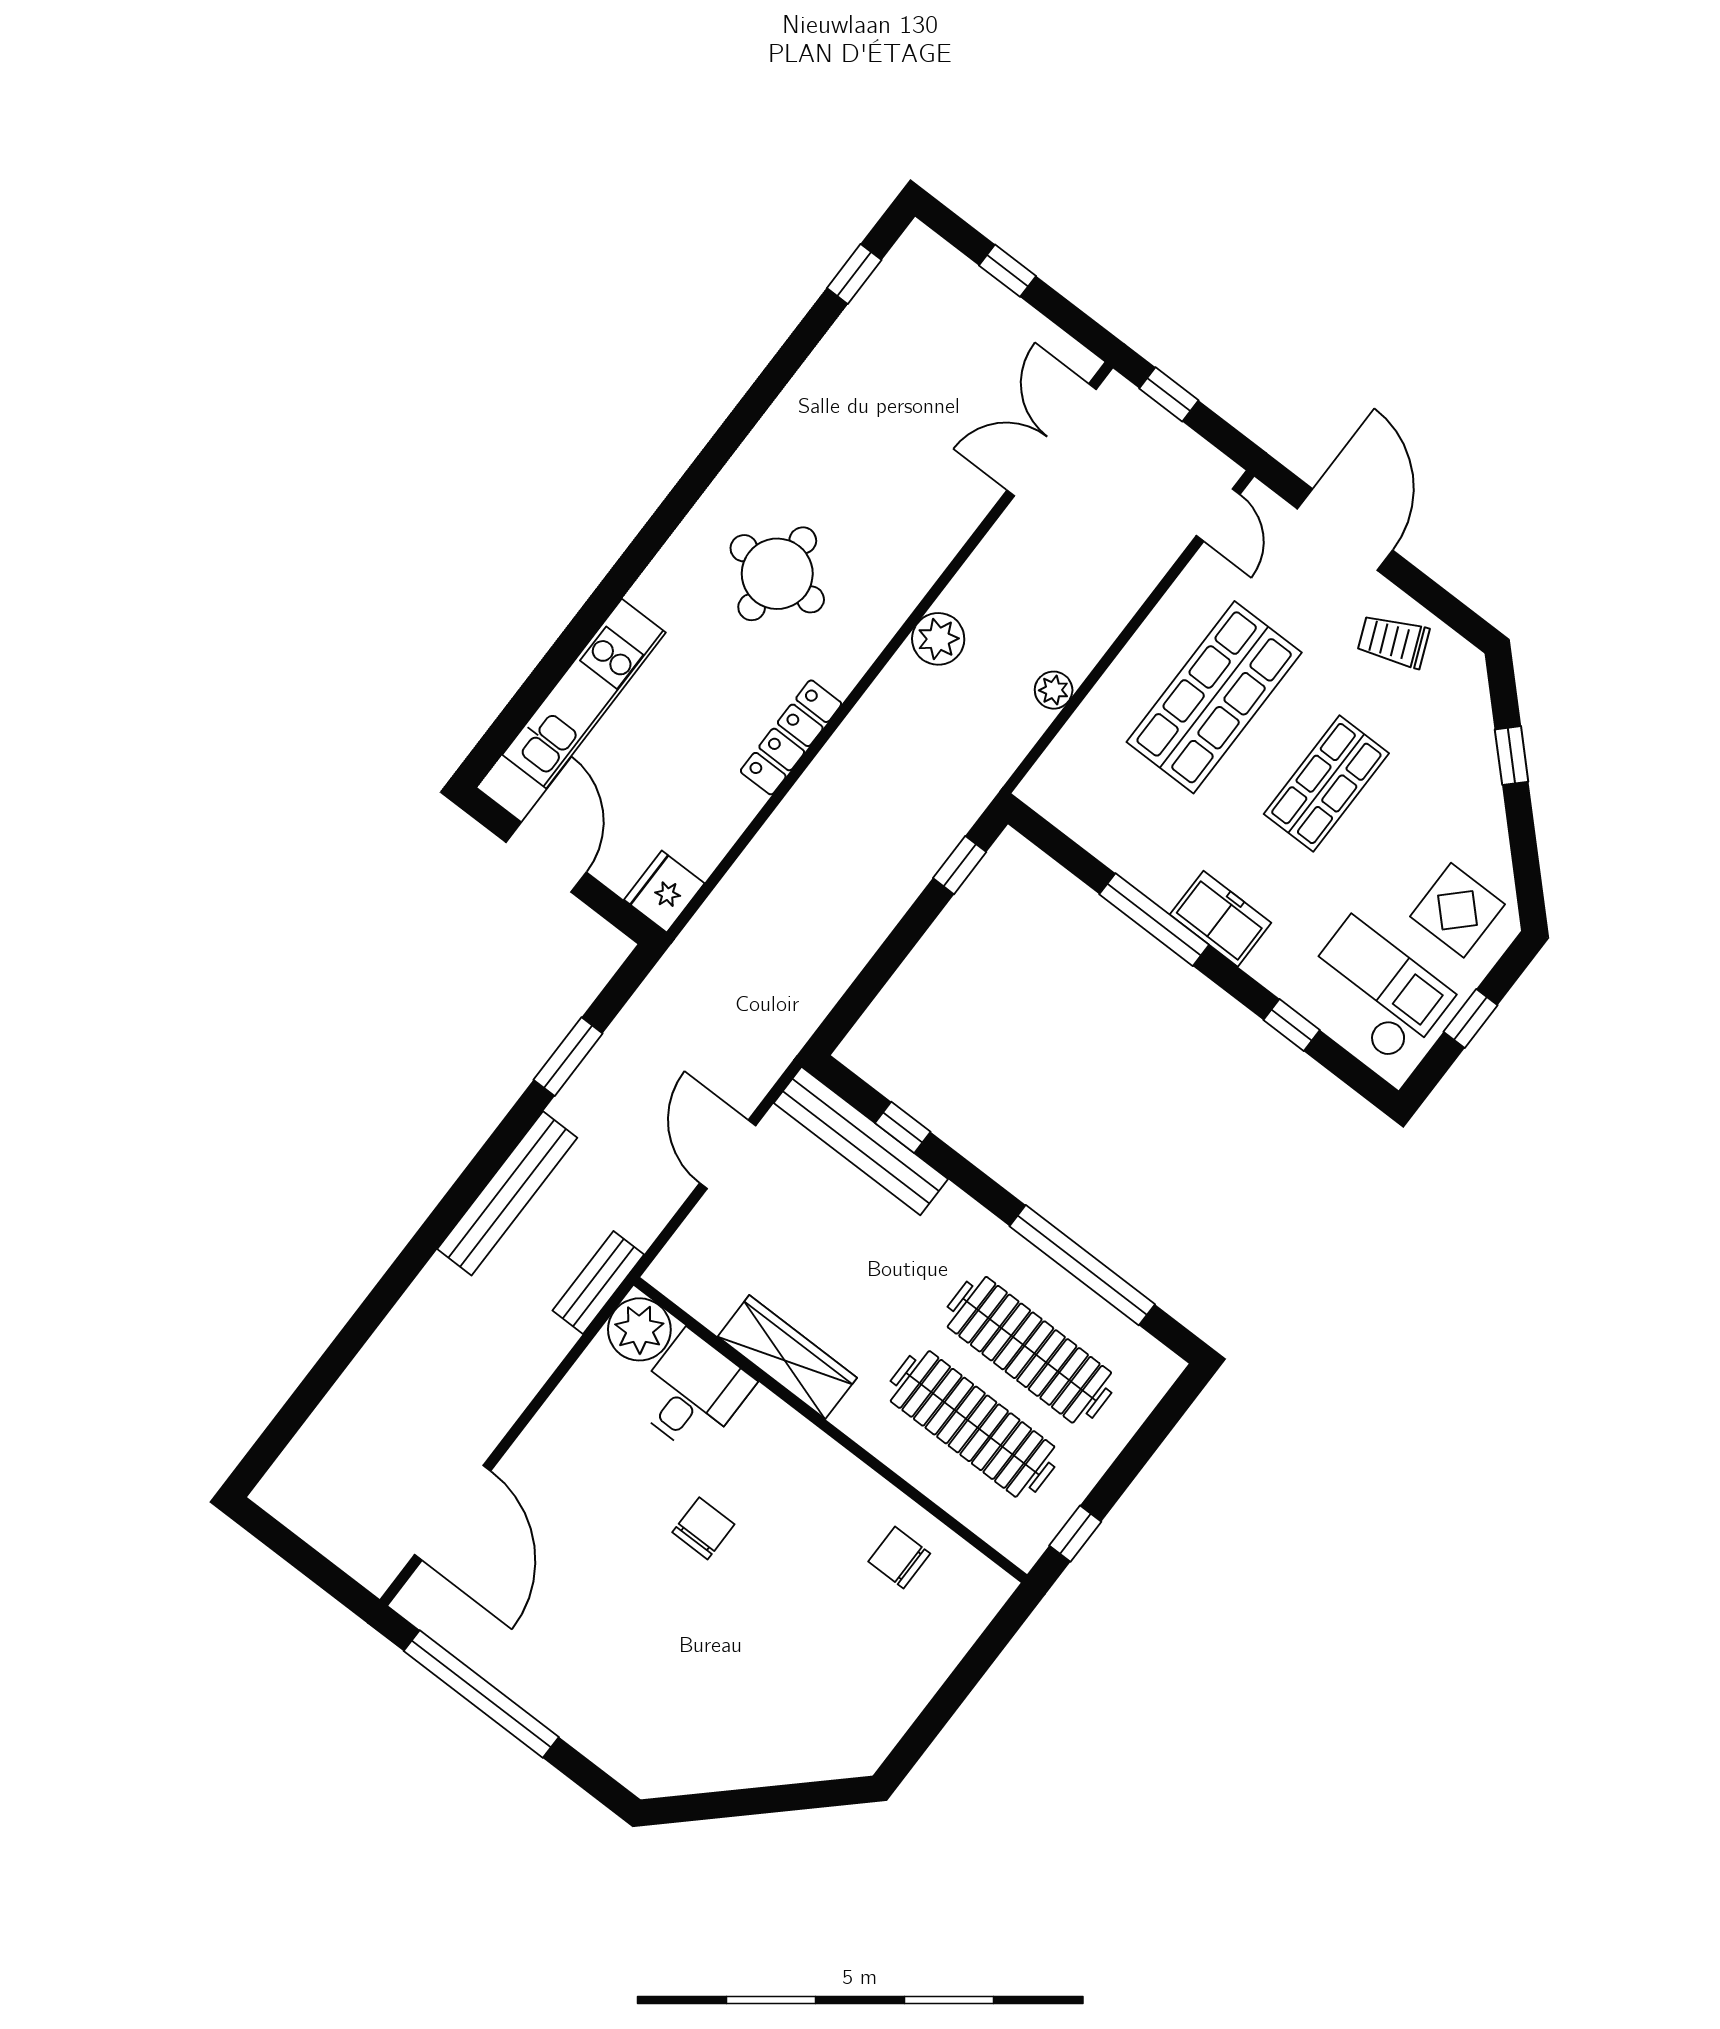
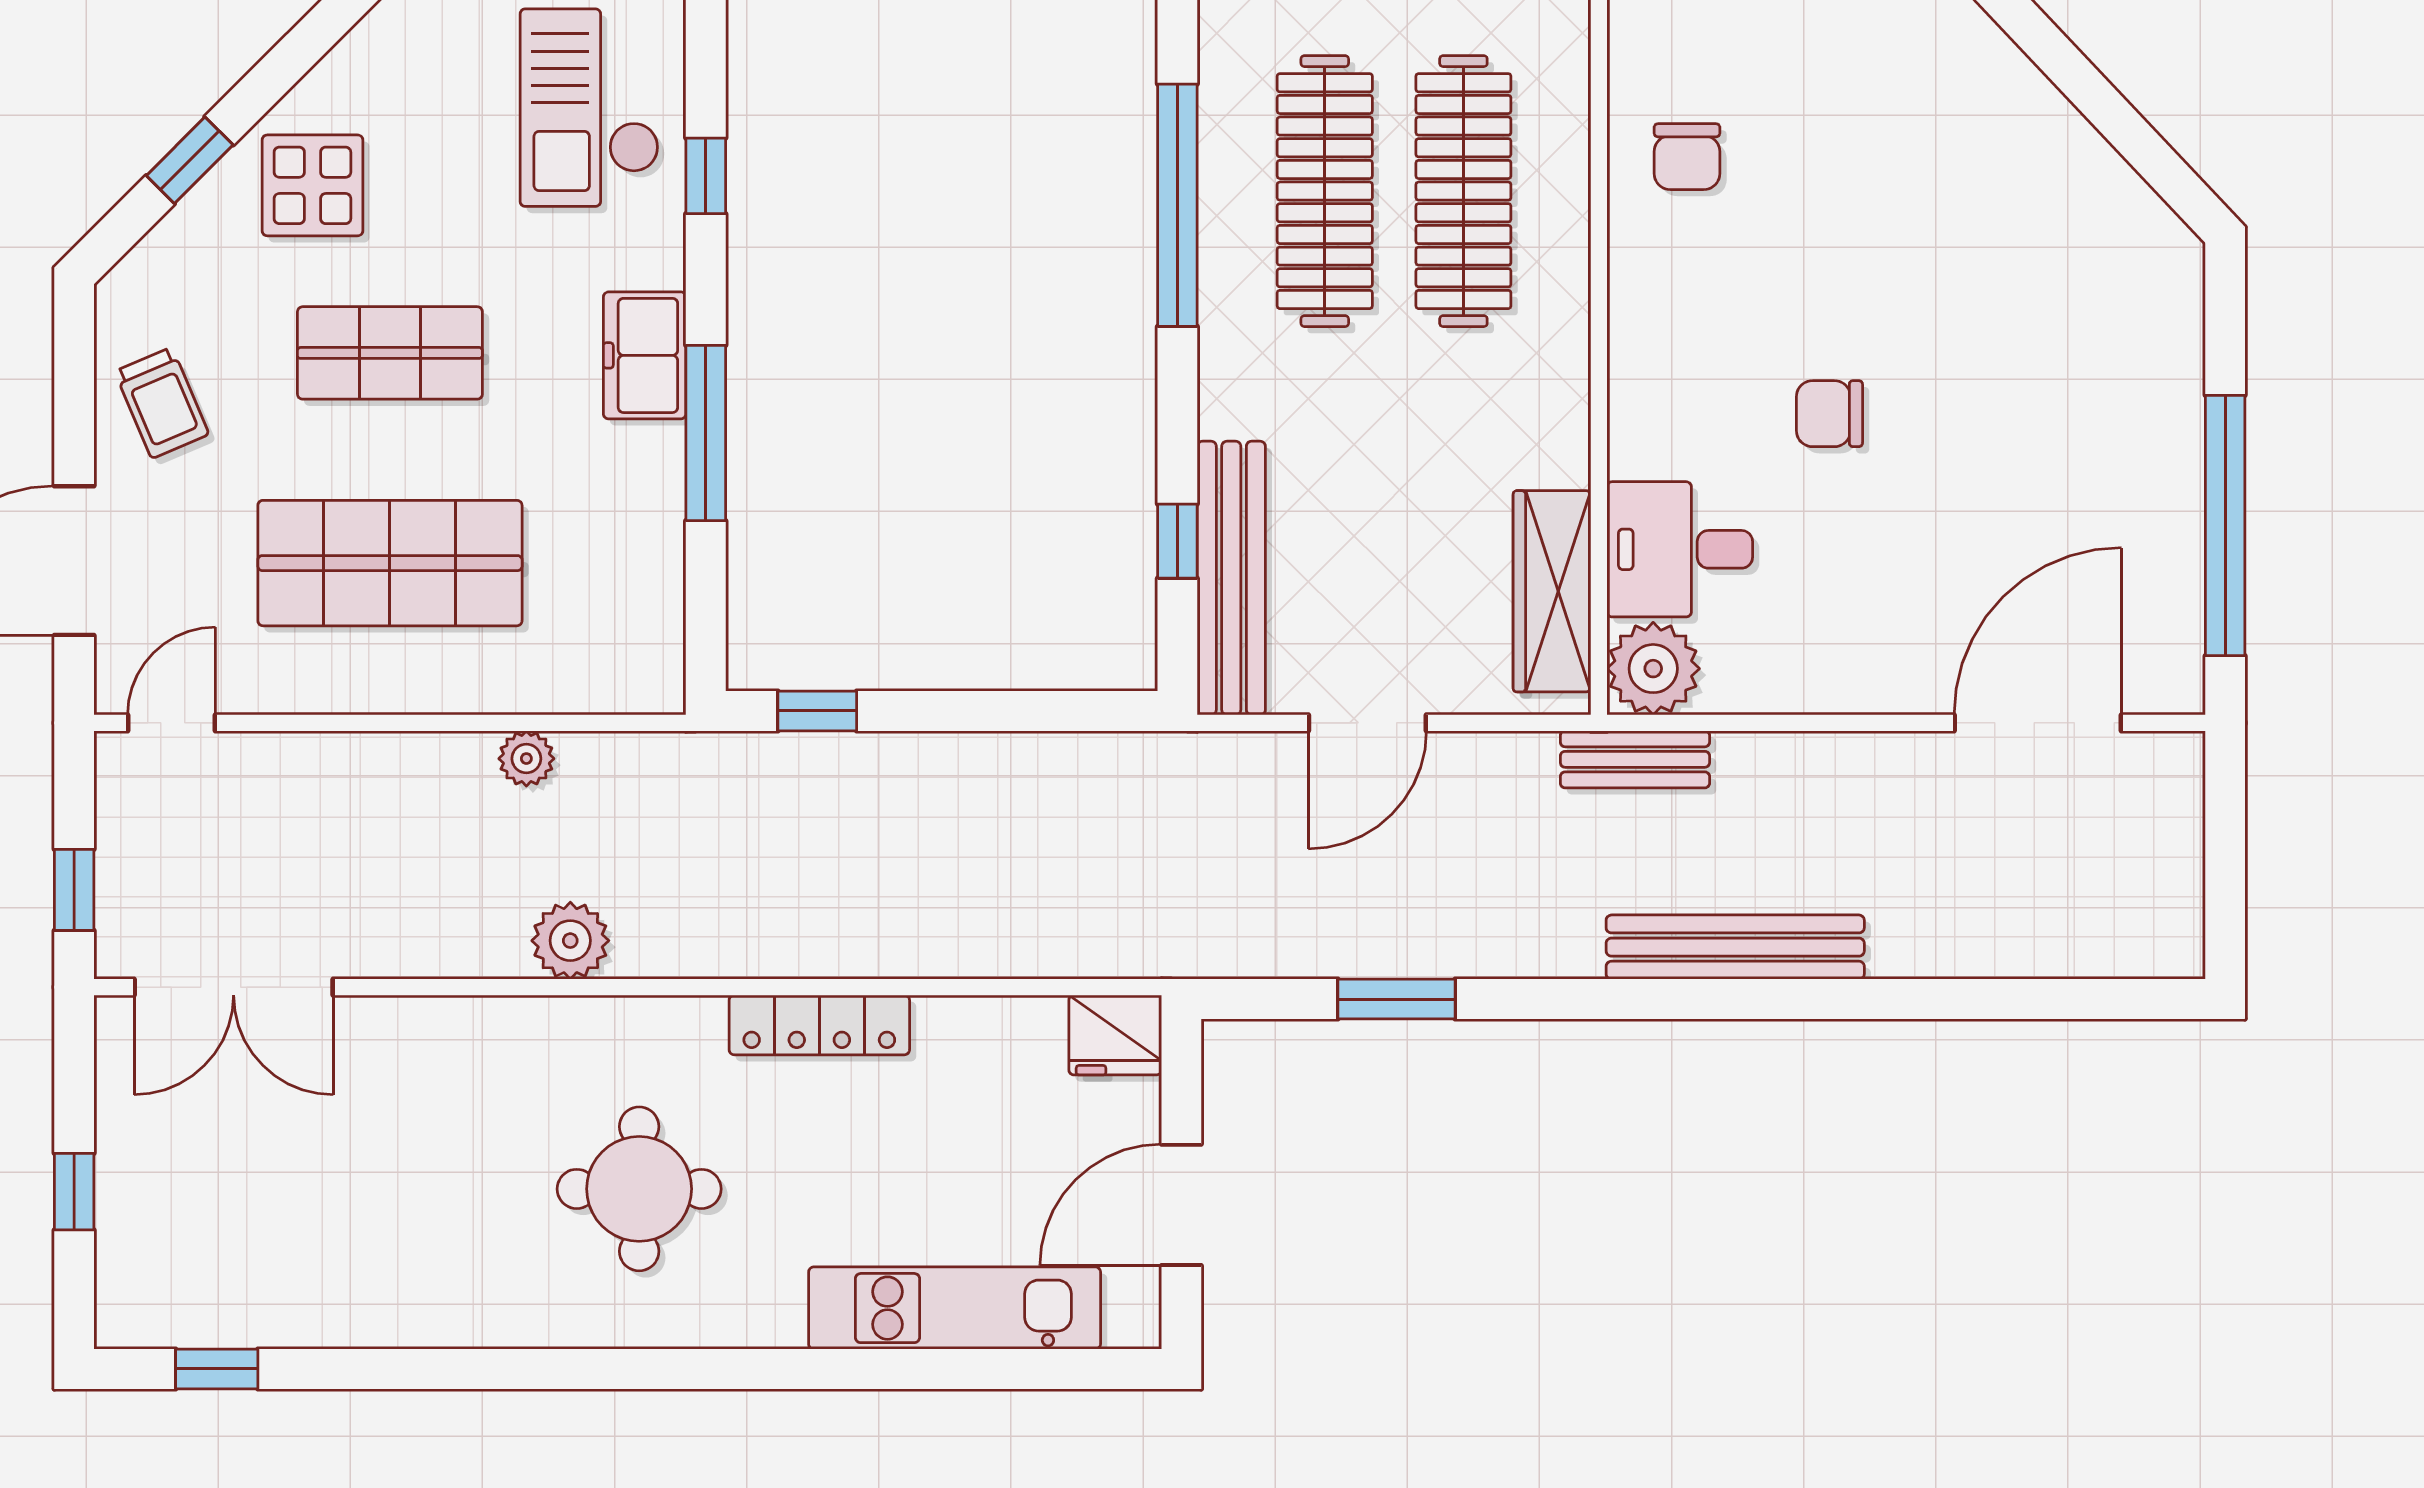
display table: (1457, 910) -> (312, 185), moved
bench: (507, 1193) -> (1735, 947), moved
wardrobe: (787, 1357) -> (1552, 591), moved

